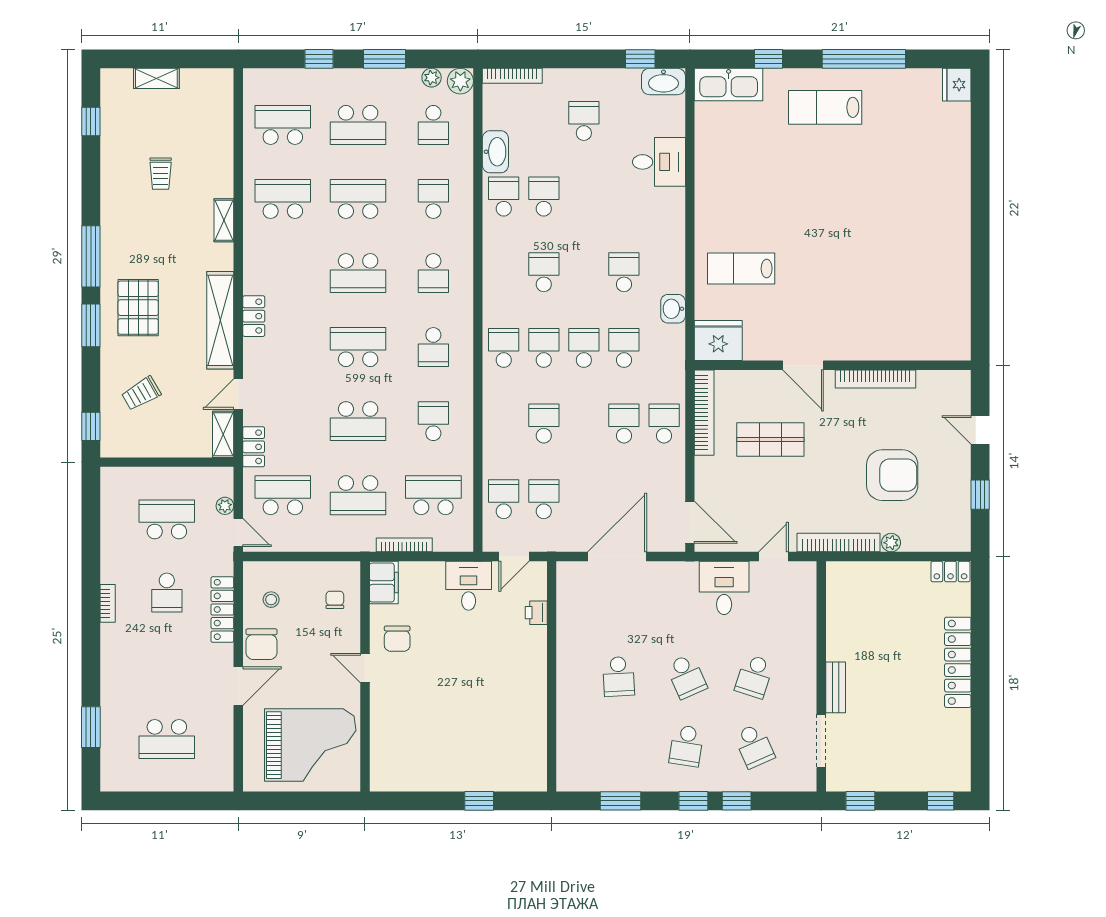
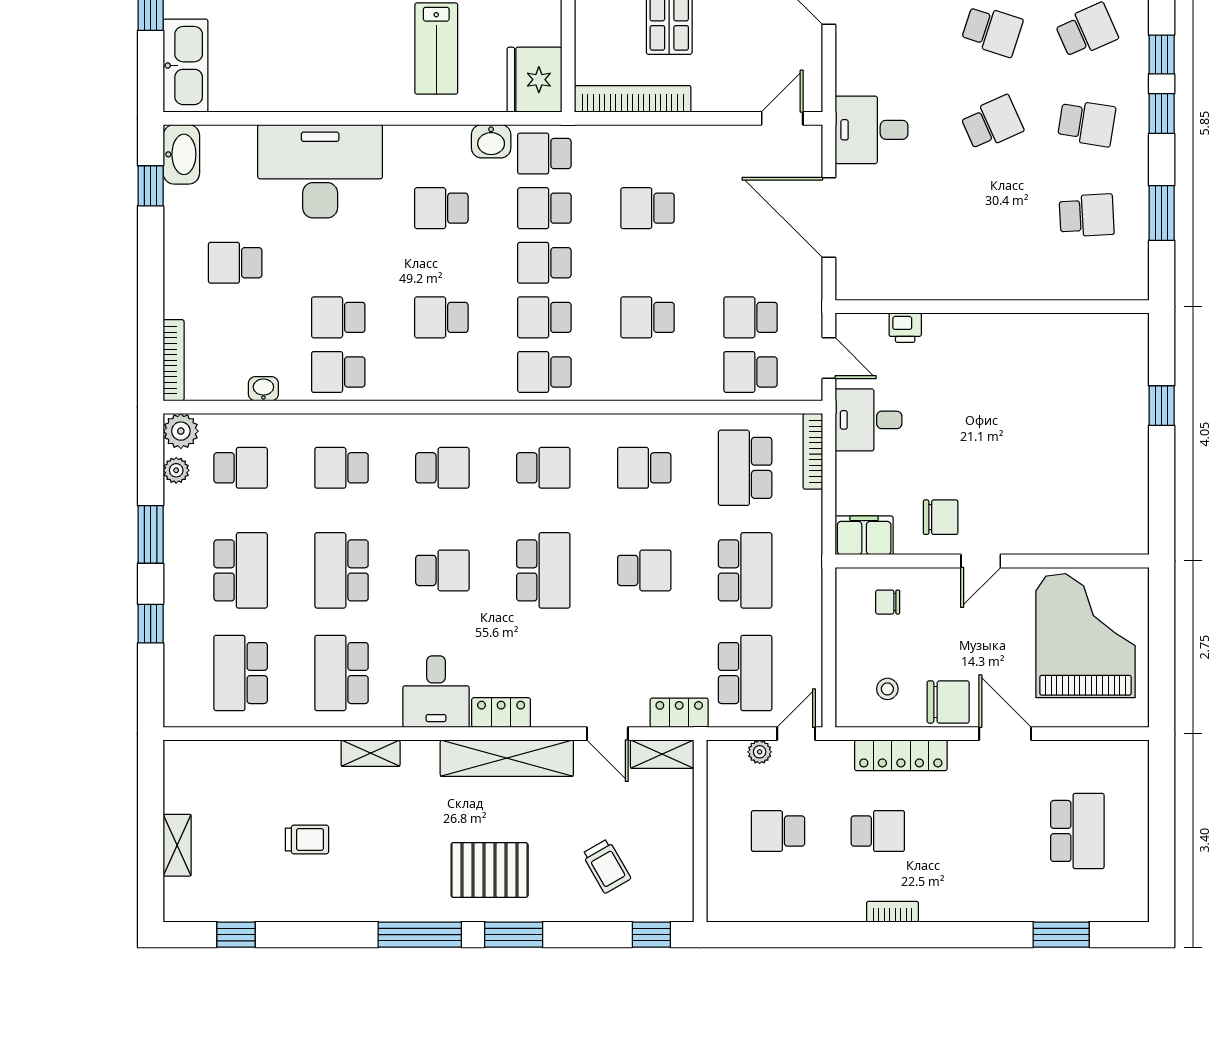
washbasin: (495, 152) -> (263, 389), width x0.52, depth x0.69
desk: (659, 162) -> (320, 171), width x1.87, depth x1.30
desk: (269, 268) -> (436, 692), added
school desk: (358, 273) -> (442, 570), width x0.54
school desk: (358, 347) -> (543, 570), turned 180
school desk: (358, 421) -> (644, 570), width x0.54
school desk: (664, 424) -> (544, 154), moved
school desk: (283, 495) -> (745, 673), turned 180
school desk: (167, 519) -> (778, 831), width x0.54
door: (690, 522) -> (782, 118), width x0.73
bookcase: (404, 545) -> (813, 451), moved
desk: (724, 588) -> (872, 130), moved
school desk: (619, 676) -> (1087, 215), moved

